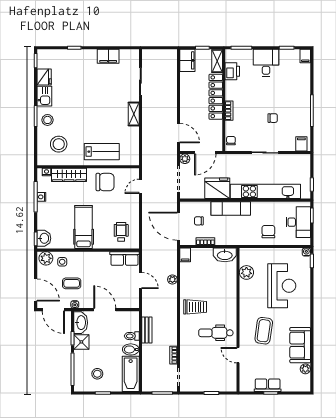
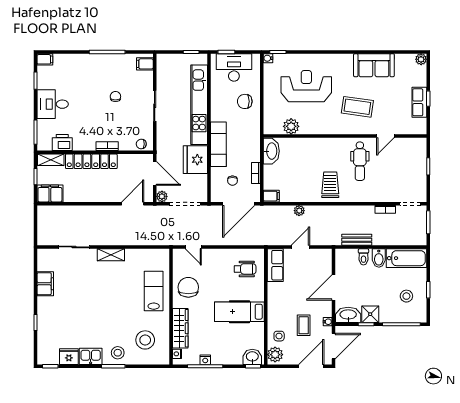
wheelchair: (121, 232) -> (245, 269), turned 180
plant: (305, 369) -> (421, 59), moved

